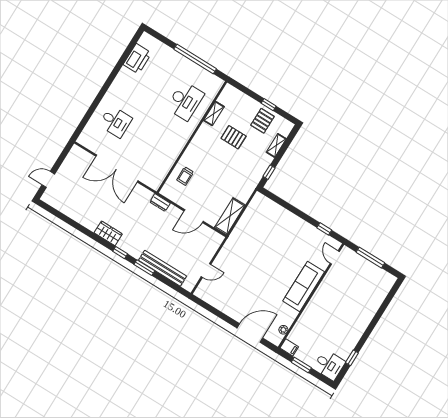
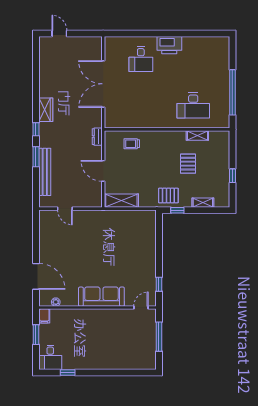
printer: (137, 59) -> (169, 45), moved
pallet: (262, 121) -> (168, 196), moved

